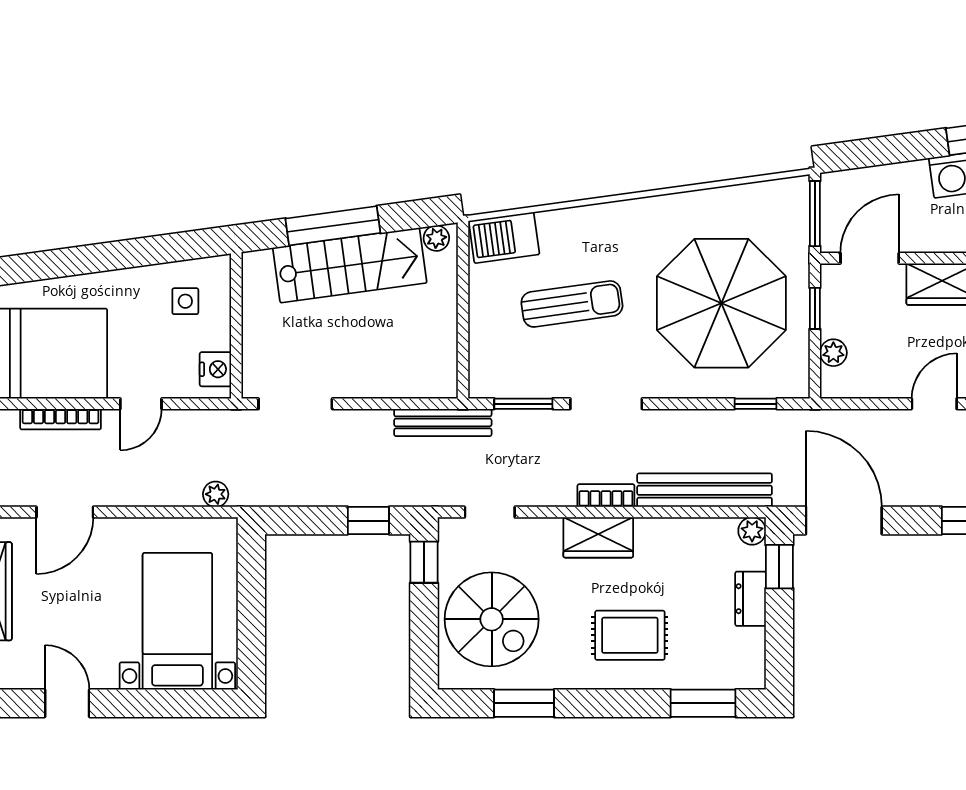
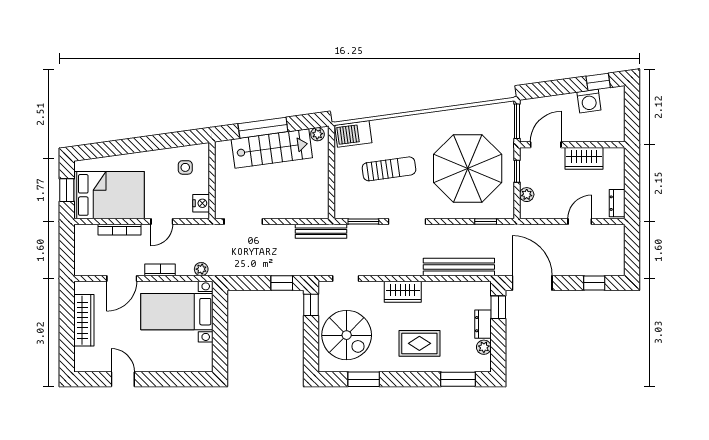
bookcase: (606, 496) -> (160, 270), moved
plant: (752, 531) -> (484, 347), moved
bed with nightstands: (177, 621) -> (177, 312), moved, turned -90

